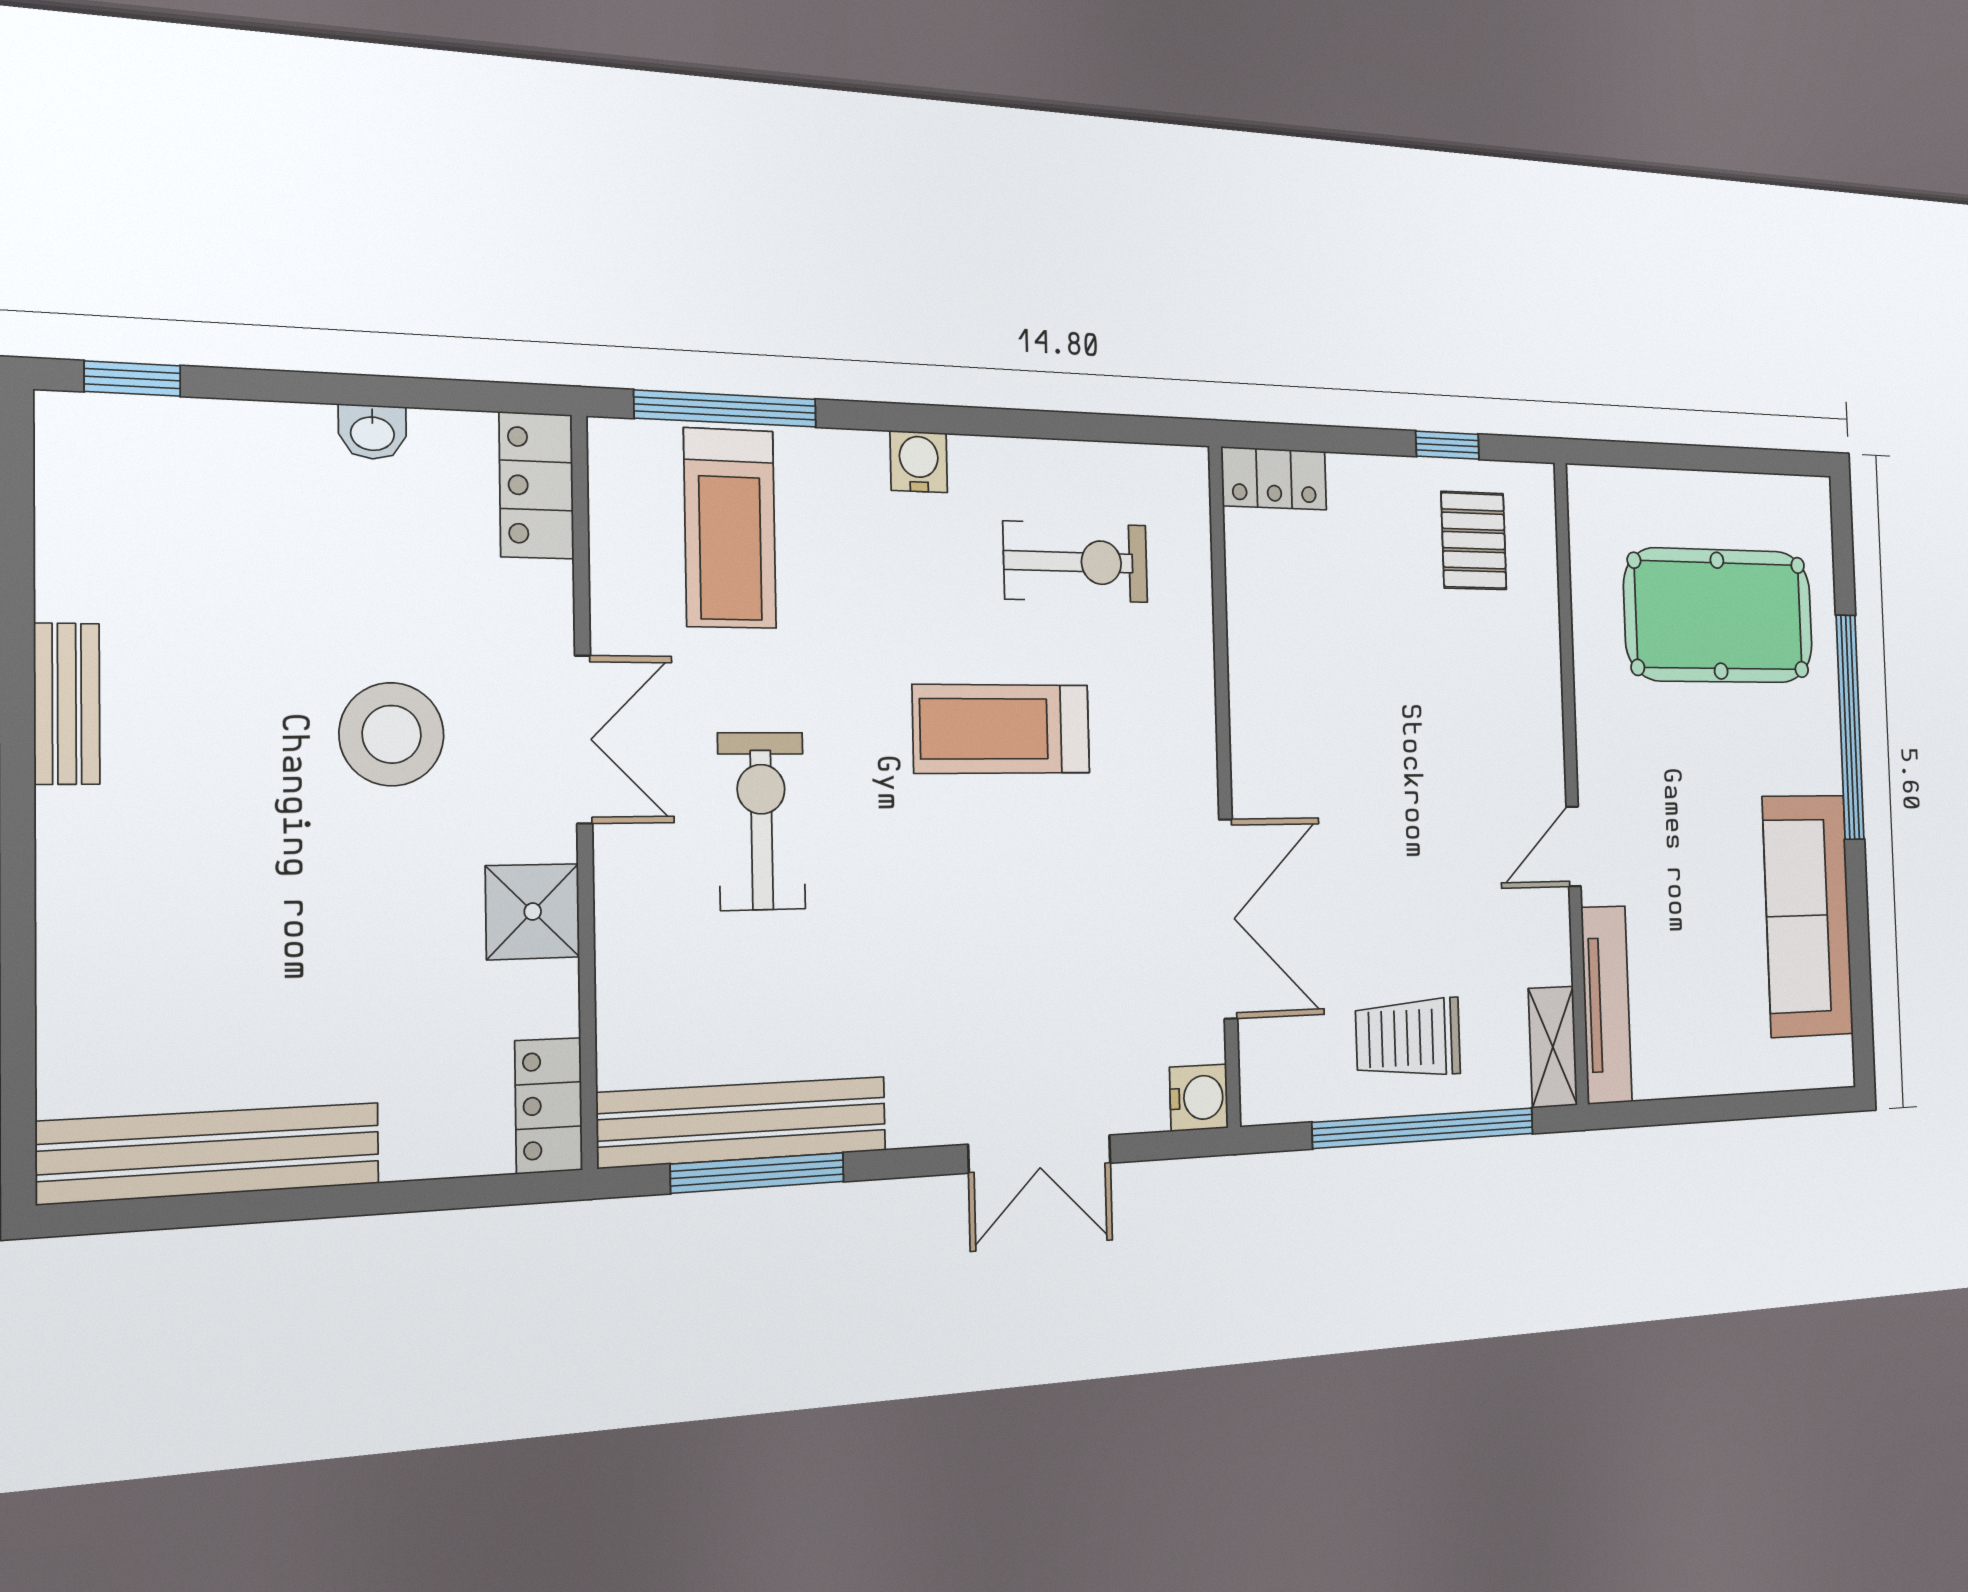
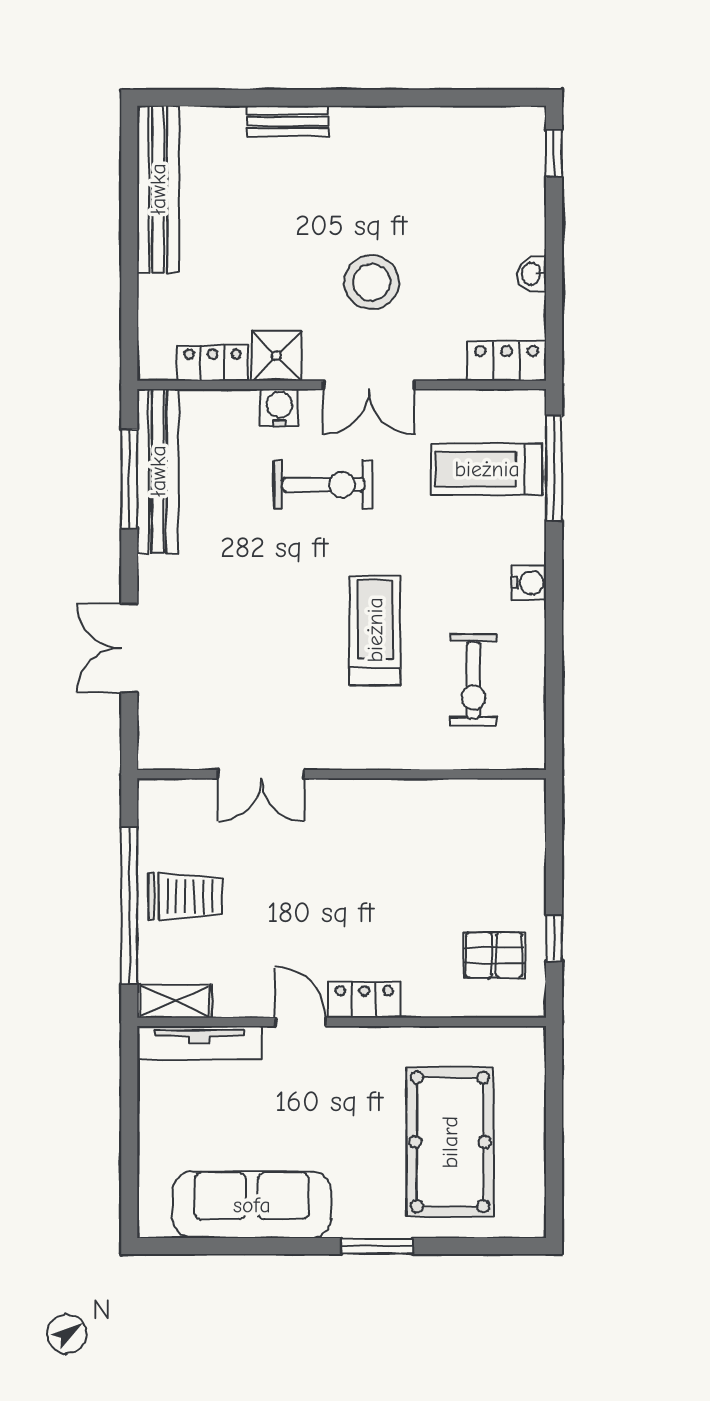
locker: (1274, 478) -> (364, 1000), moved, turned 90
bench: (67, 704) -> (288, 121), moved
window: (1850, 727) -> (377, 1246), width x0.47
double door: (1228, 919) -> (261, 774), width x0.73
trolley: (1408, 1038) -> (185, 896), turned 90
water cooler: (1199, 1098) -> (279, 408), moved, turned 180
locker: (549, 1106) -> (213, 363), moved

